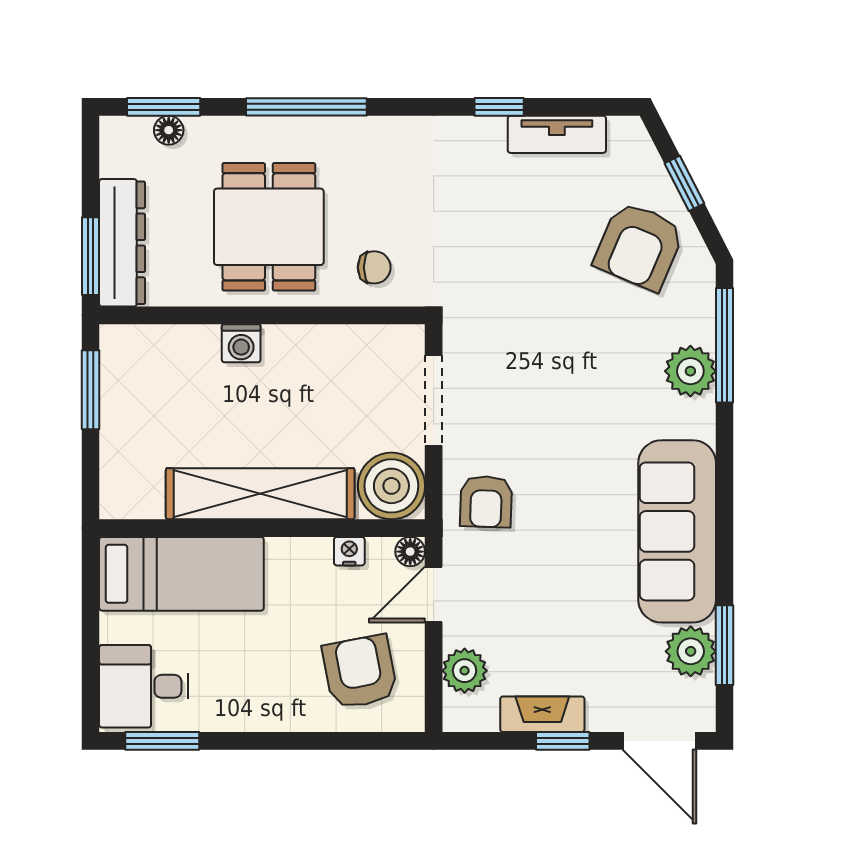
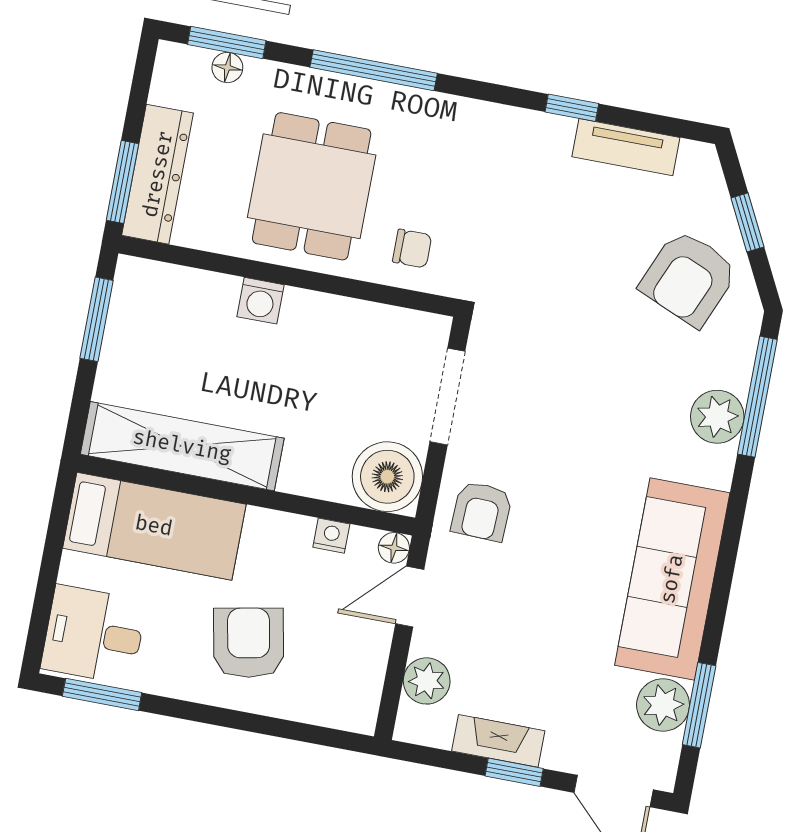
shelving: (260, 494) -> (182, 446), moved
armchair: (360, 672) -> (249, 643), moved

